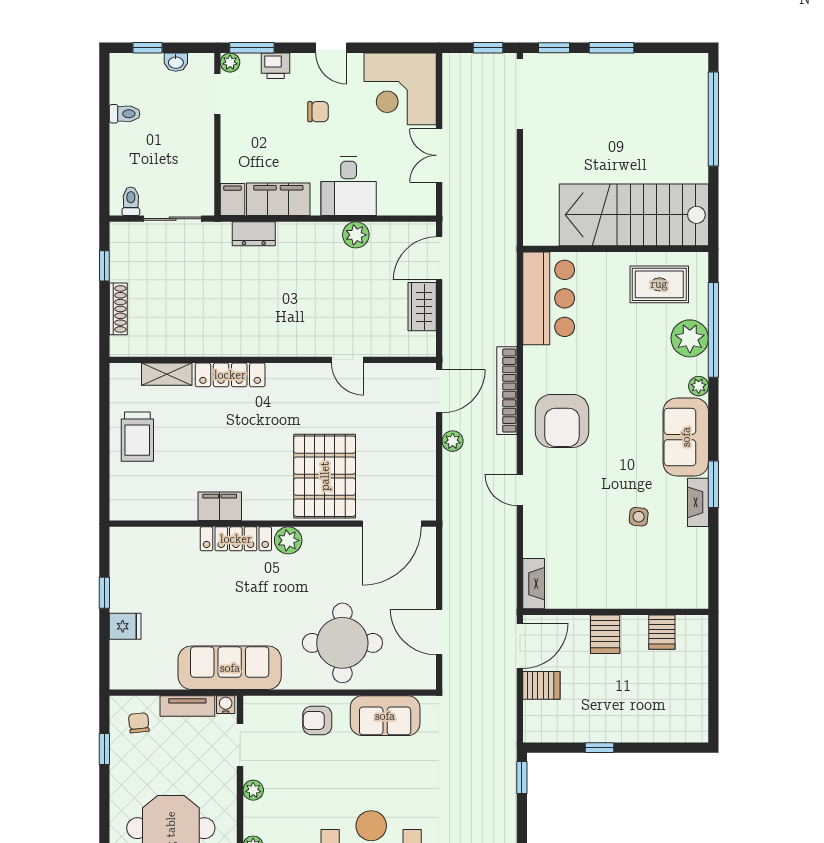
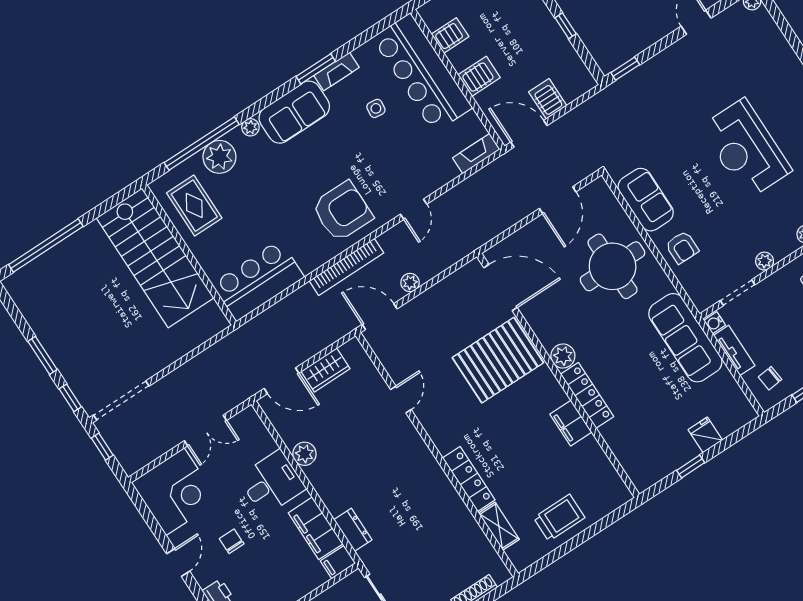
bar counter: (644, 583) -> (422, 73), added

